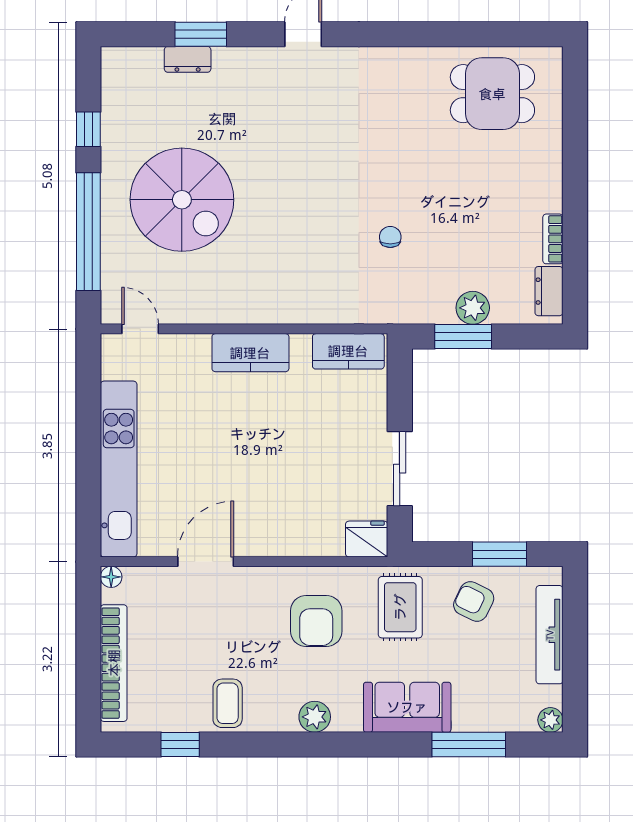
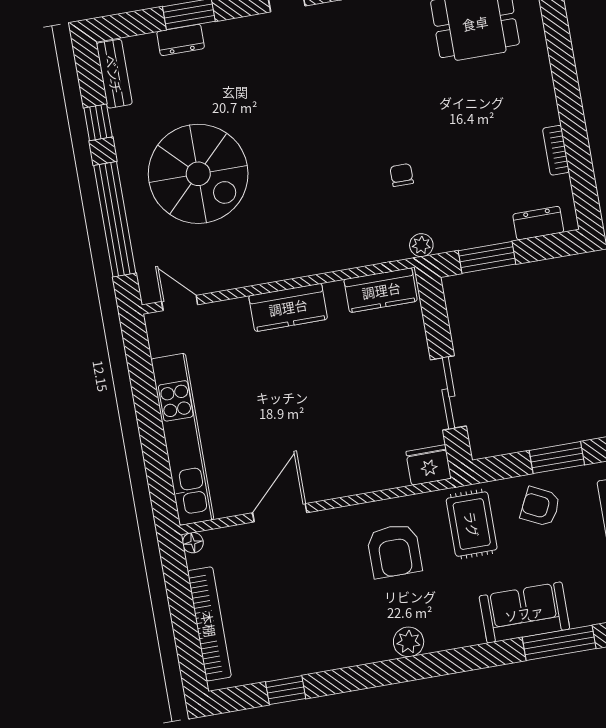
bench: (114, 82) -> (114, 74), added
dresser: (549, 291) -> (538, 223), moved, turned 90
plant: (473, 308) -> (421, 245), moved, width x0.73, depth x0.73
coffee table: (228, 703) -> (324, 643), removed
sofa: (407, 707) -> (524, 613), moved

